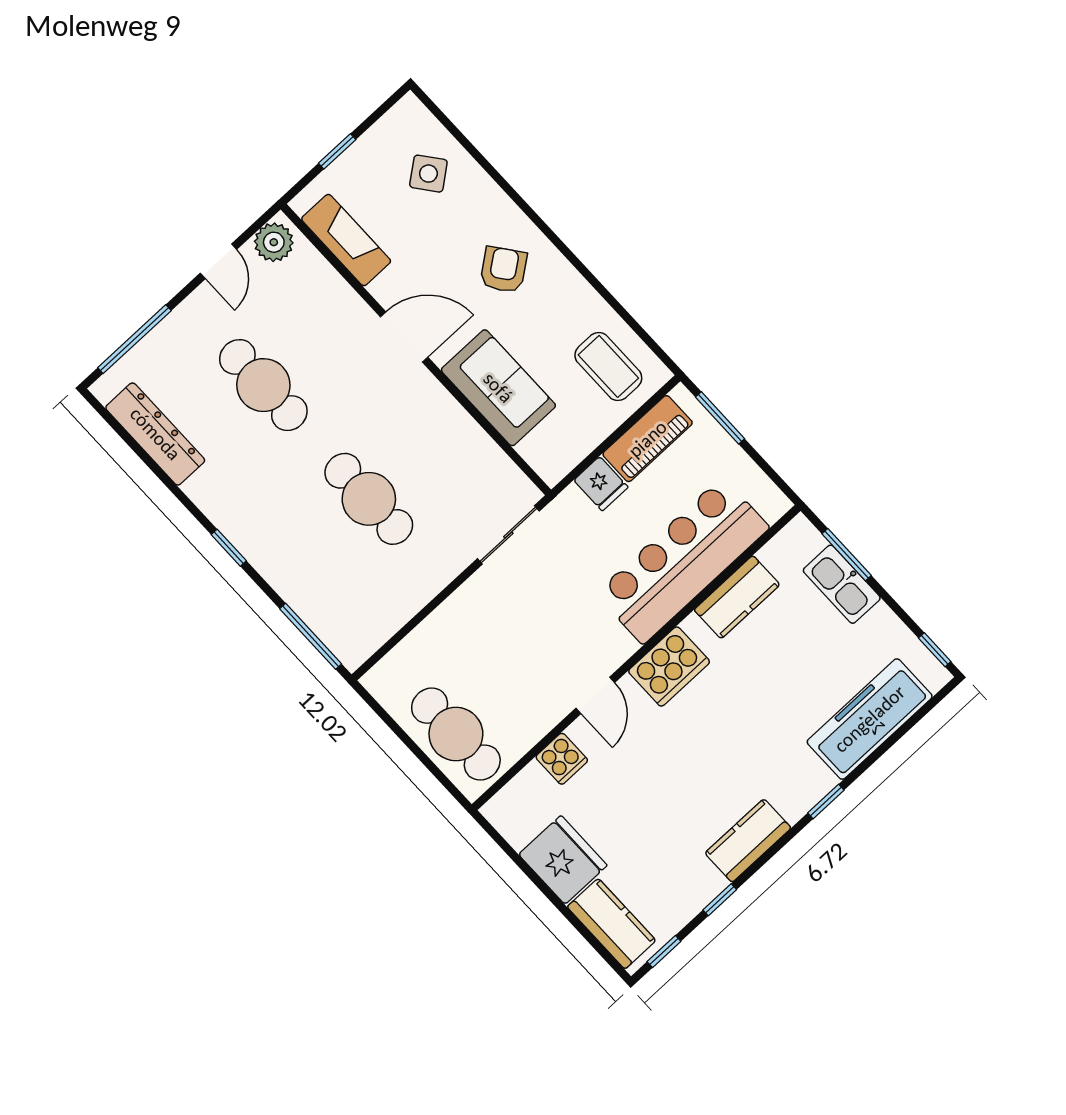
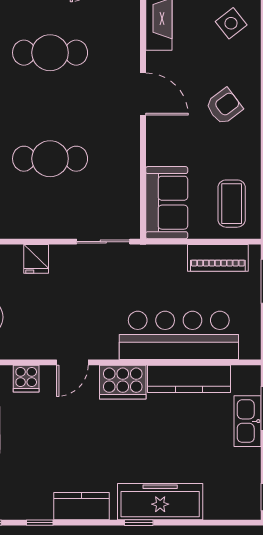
cafe table: (263, 385) -> (50, 53), turned 90
sofa: (498, 388) -> (167, 203), moved
fridge: (601, 484) -> (36, 259), moved
cafe table: (369, 499) -> (50, 159), turned 90
kitchen counter: (737, 597) -> (189, 379), width x1.50
freezer: (870, 719) -> (160, 502), moved

